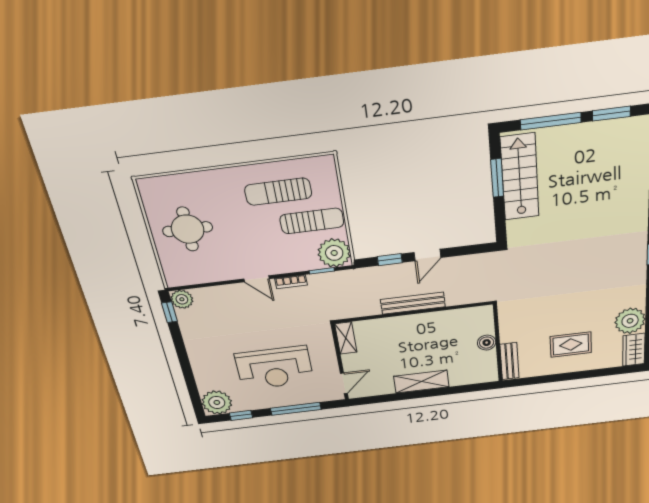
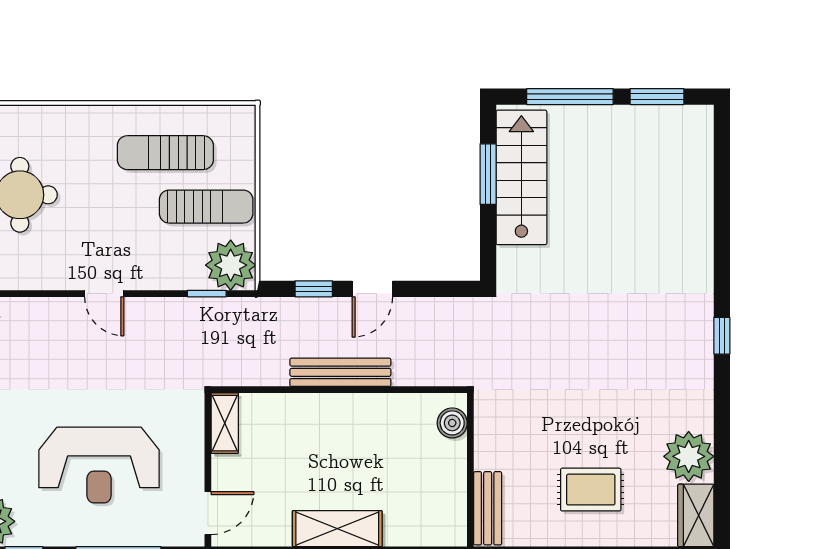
bookcase: (291, 282) -> (156, 306), removed
boiler: (487, 343) -> (452, 423), moved

